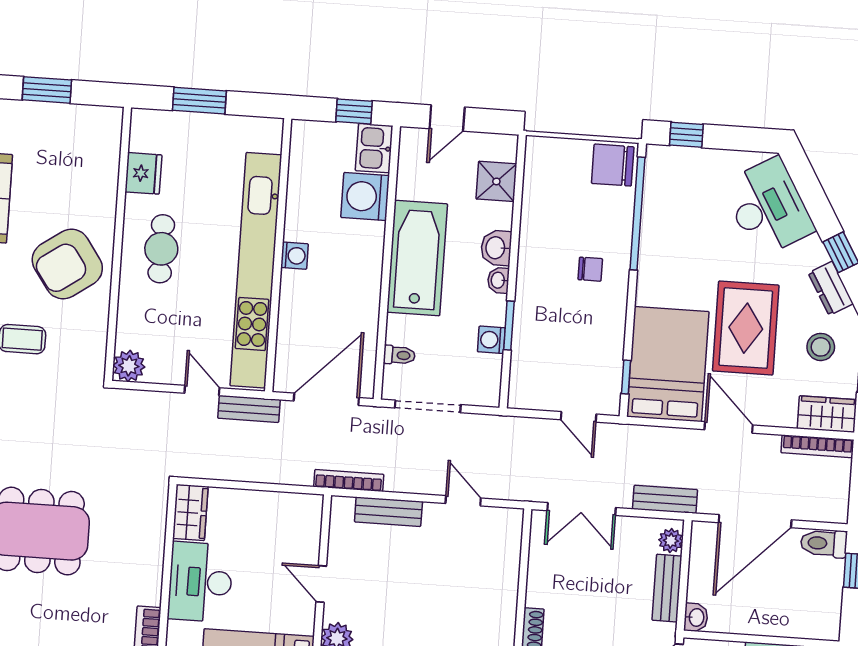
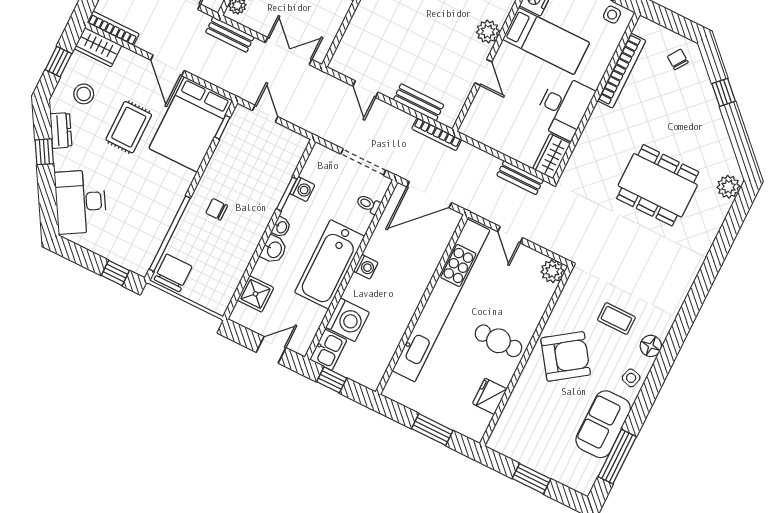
chair: (613, 165) -> (173, 273), turned -90
cafe table: (161, 249) -> (498, 341), turned 90
washing machine: (294, 256) -> (366, 267), moved, turned 180
rug: (746, 328) -> (129, 127), width x0.73, depth x0.70
bench: (249, 409) -> (520, 178), moved

